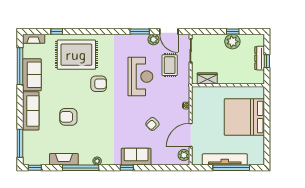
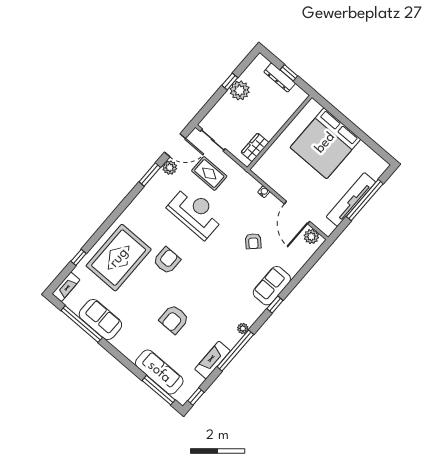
sofa: (31, 111) -> (159, 372), moved

